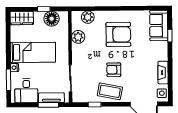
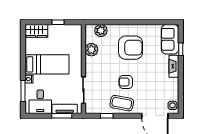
floor lamp: (52, 19) -> (66, 32), removed
fireplace: (163, 73) -> (174, 66), moved

